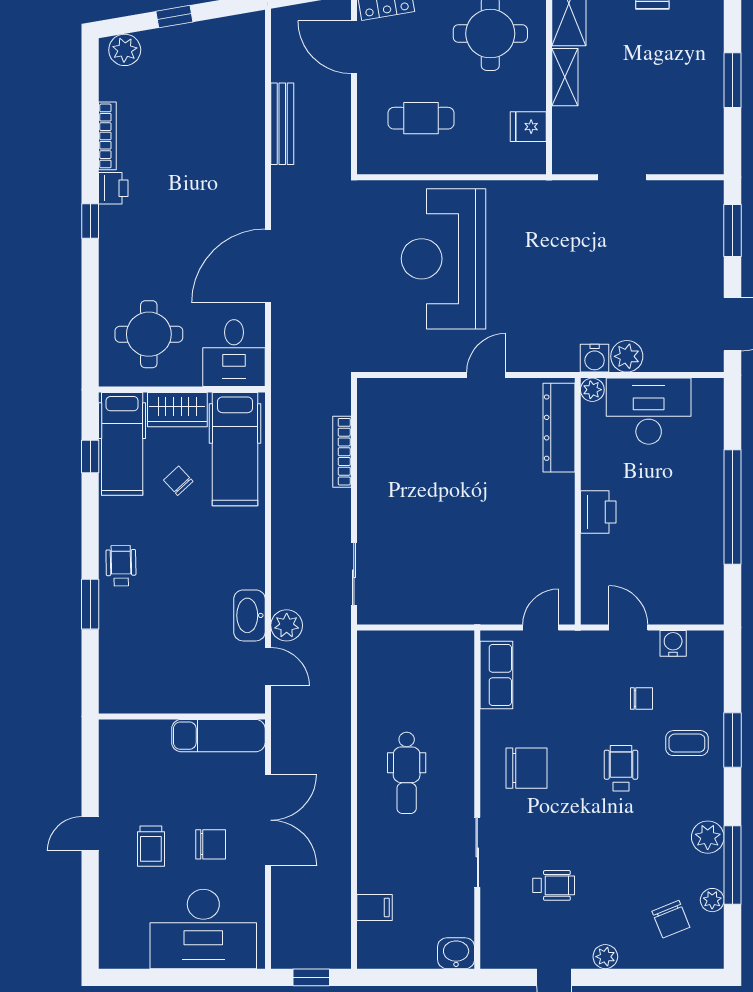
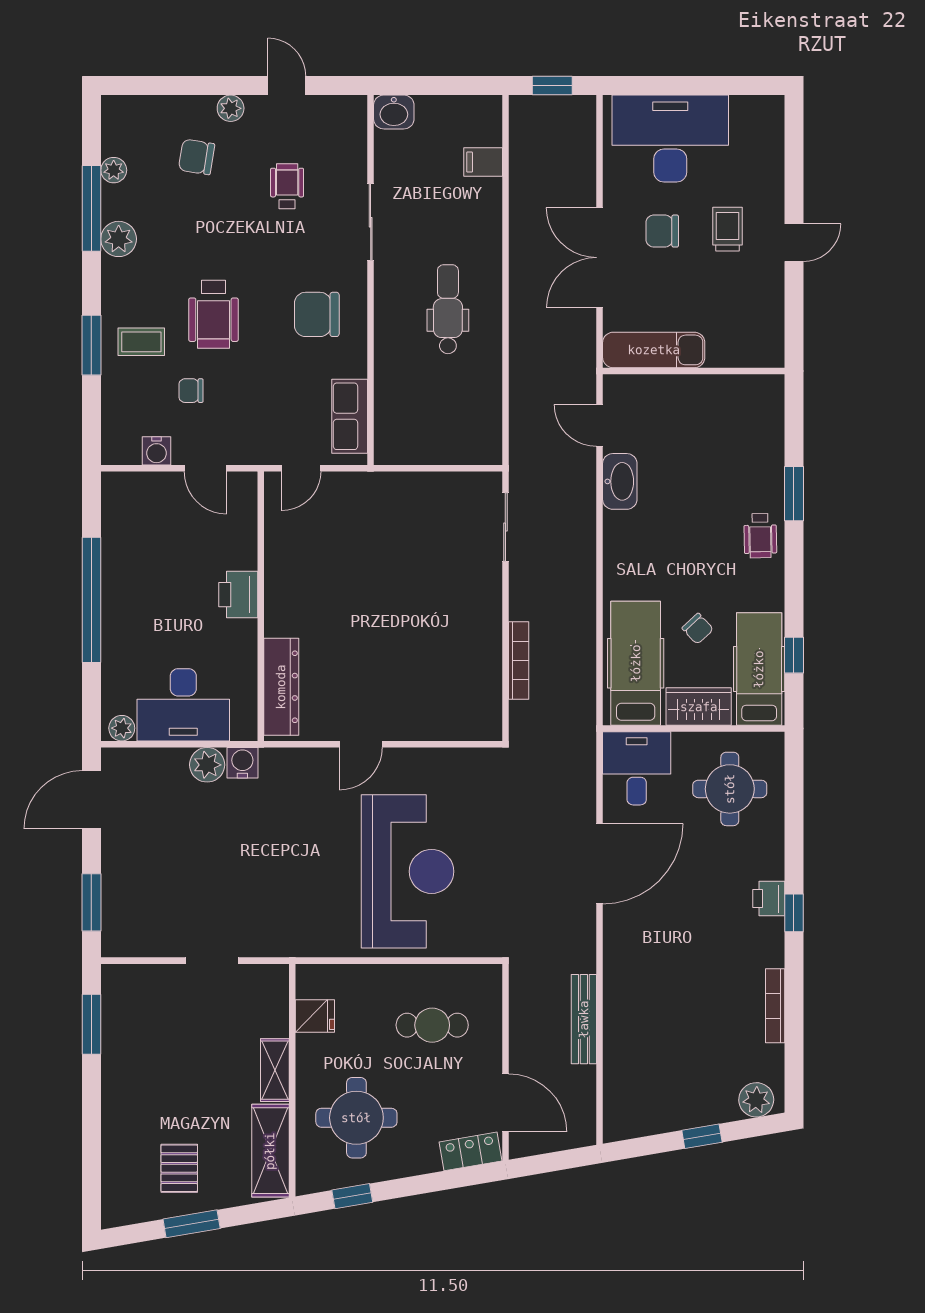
window: (733, 80) -> (91, 1024), moved
printer: (113, 188) -> (769, 899), moved
plant: (592, 390) -> (122, 728), moved
plant: (287, 625) -> (579, 470), removed
wheelchair: (621, 768) -> (213, 314), width x1.36, depth x1.37
wheelchair: (554, 885) -> (287, 186), turned 90
chair: (671, 919) -> (197, 157), moved, turned -59

